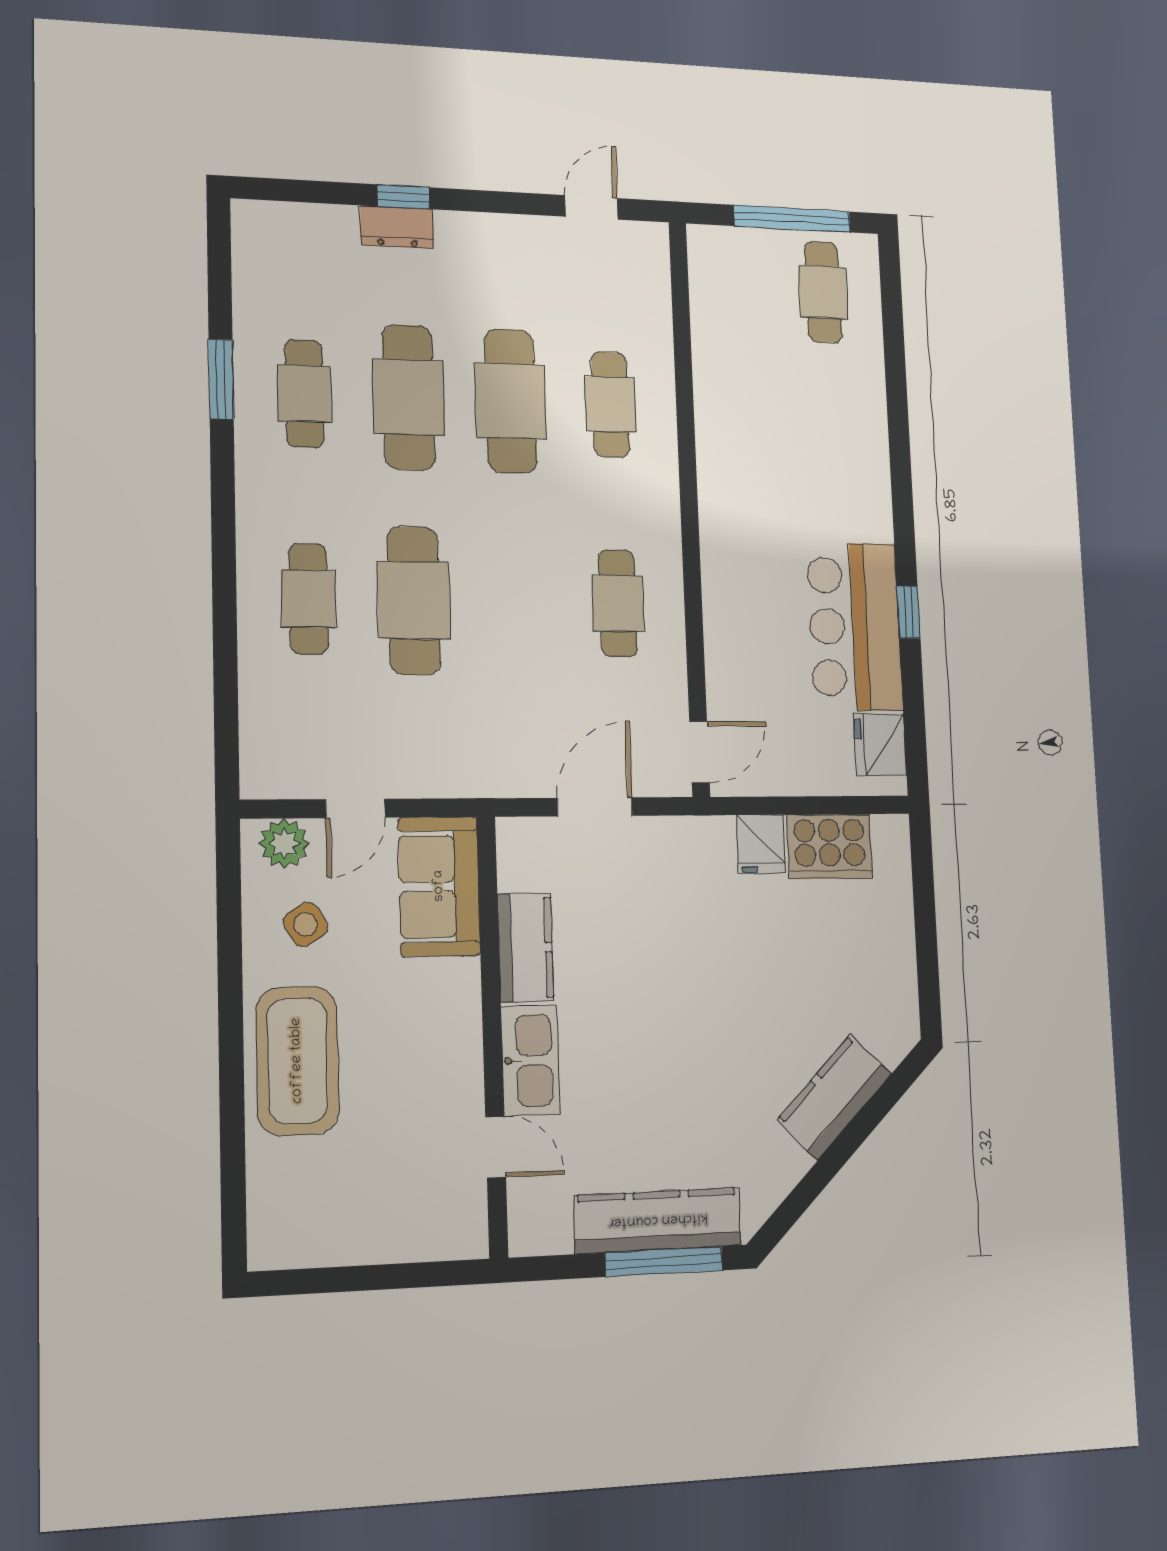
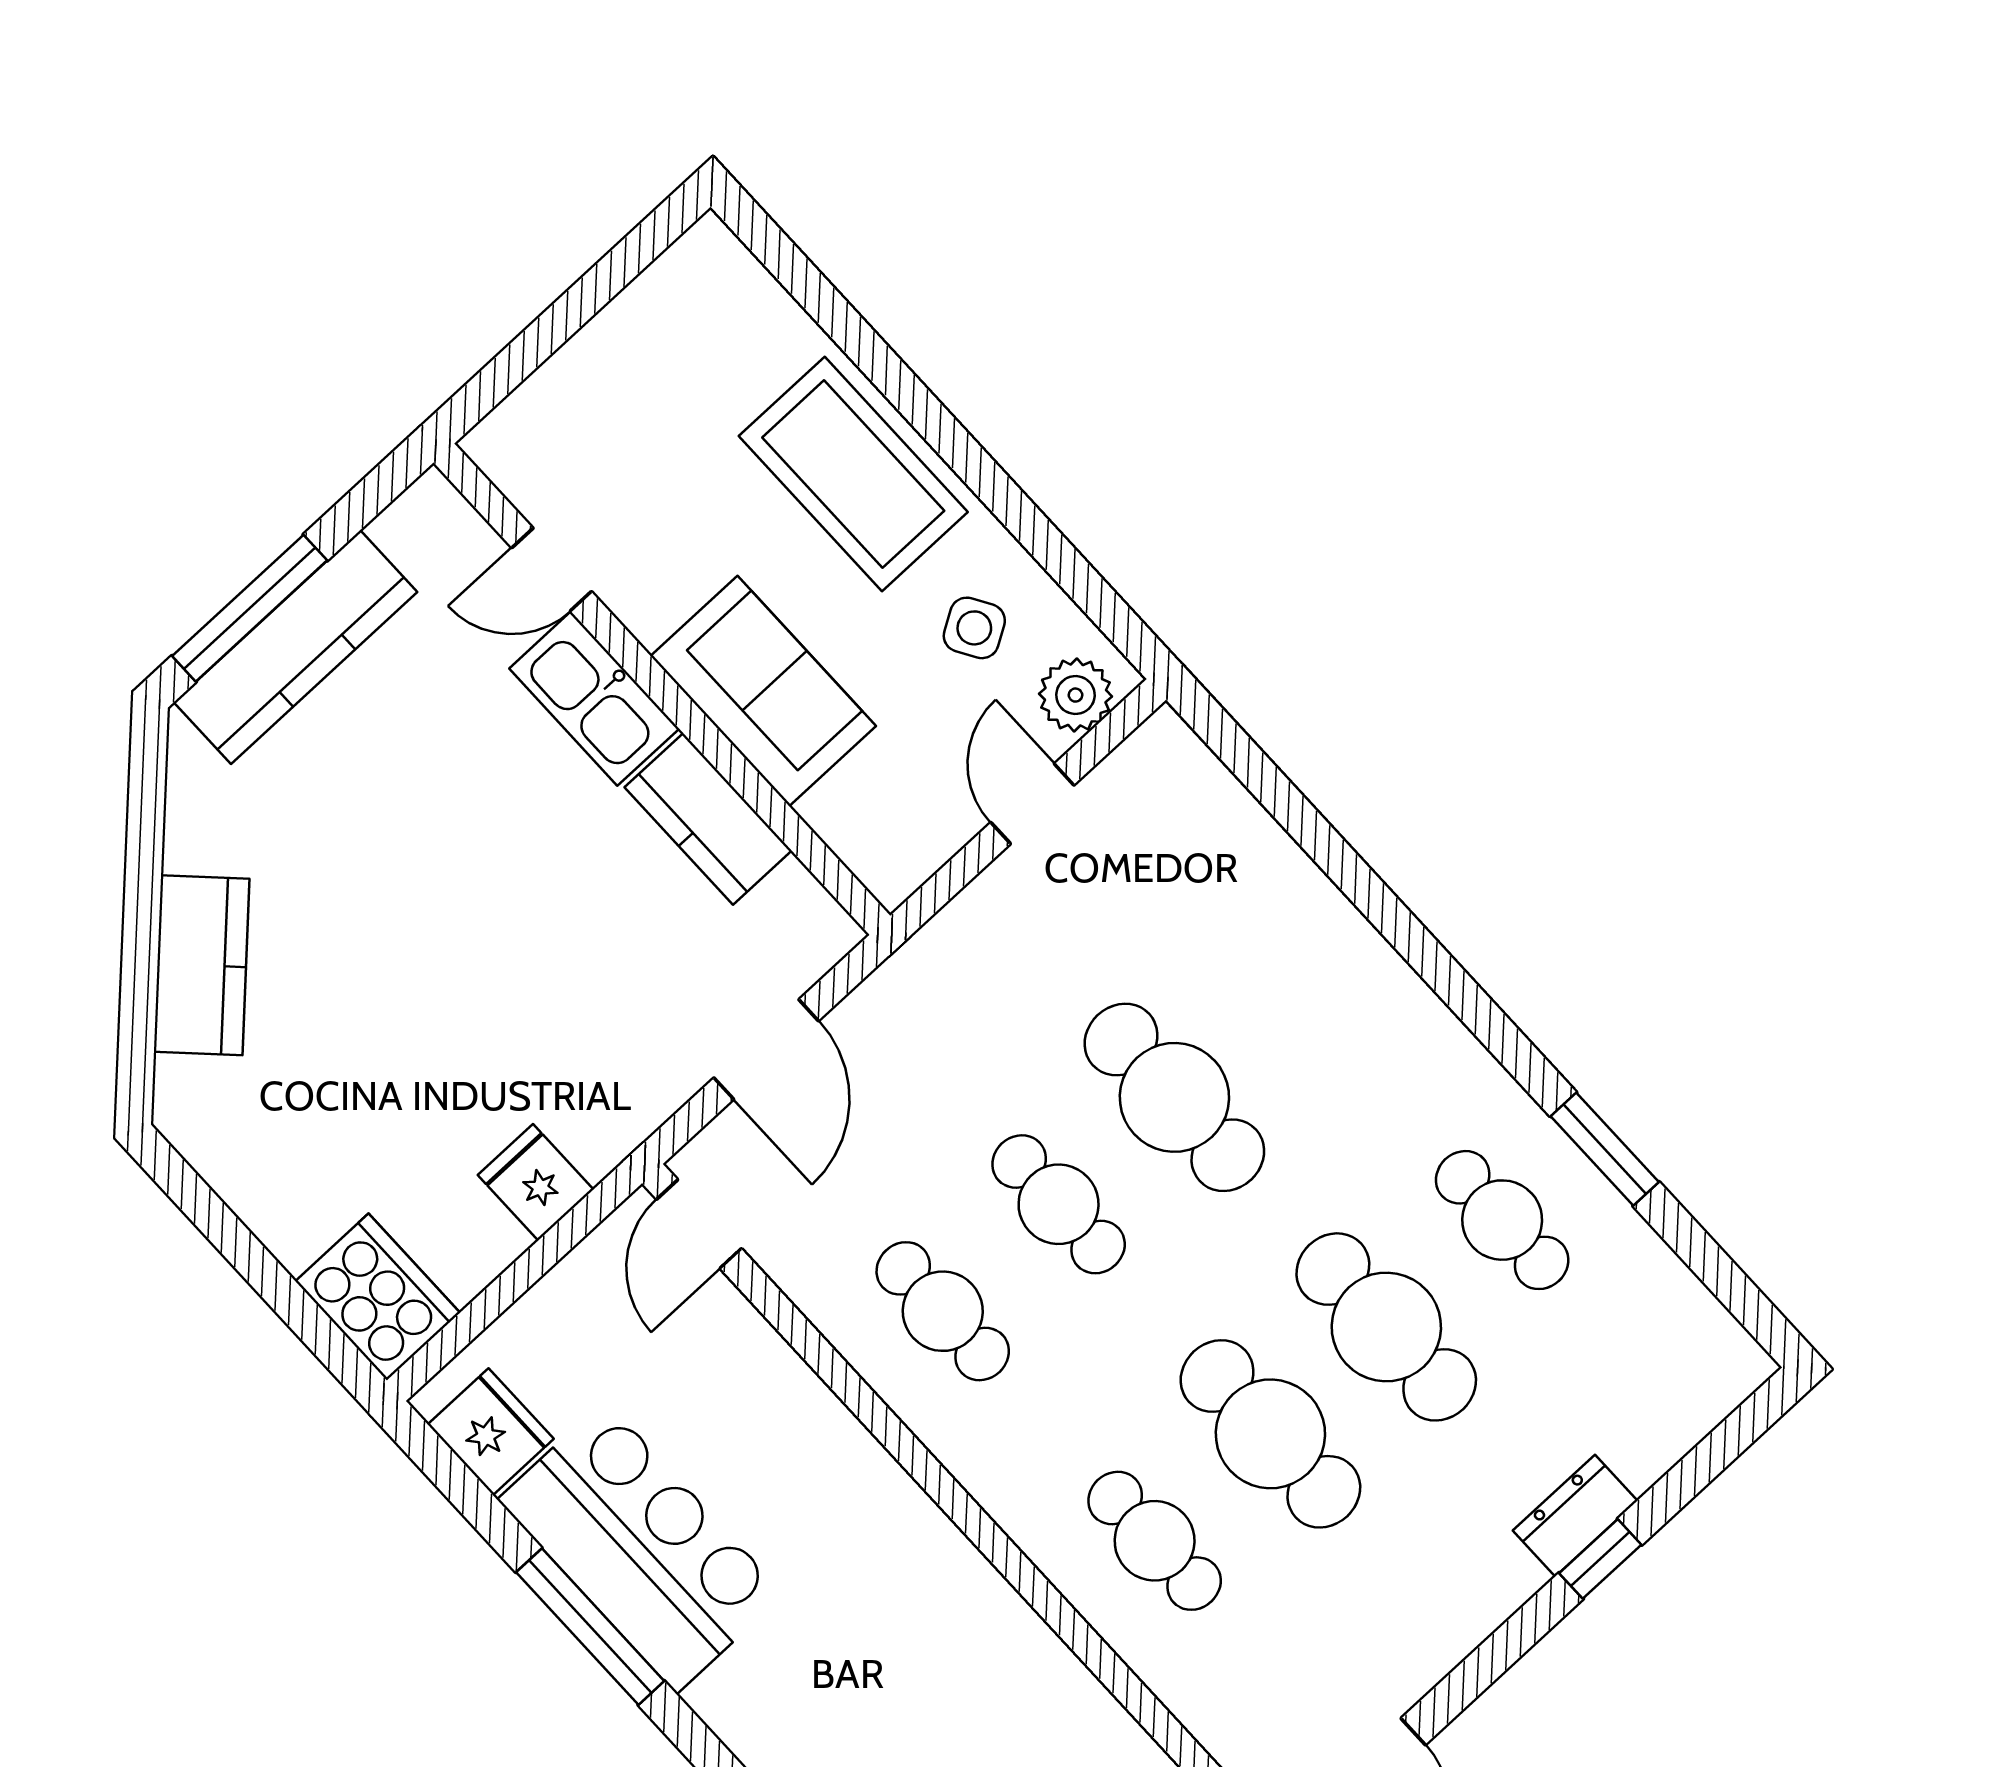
cafe table: (309, 599) -> (1059, 1204), moved
window: (908, 612) -> (590, 1627), width x2.17
cooker: (830, 847) -> (378, 1297), moved, turned 90
sofa: (439, 886) -> (763, 691), moved

